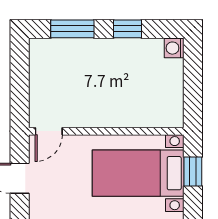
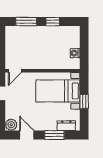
washing machine: (174, 48) -> (75, 53), moved
window: (193, 171) -> (84, 101), moved

